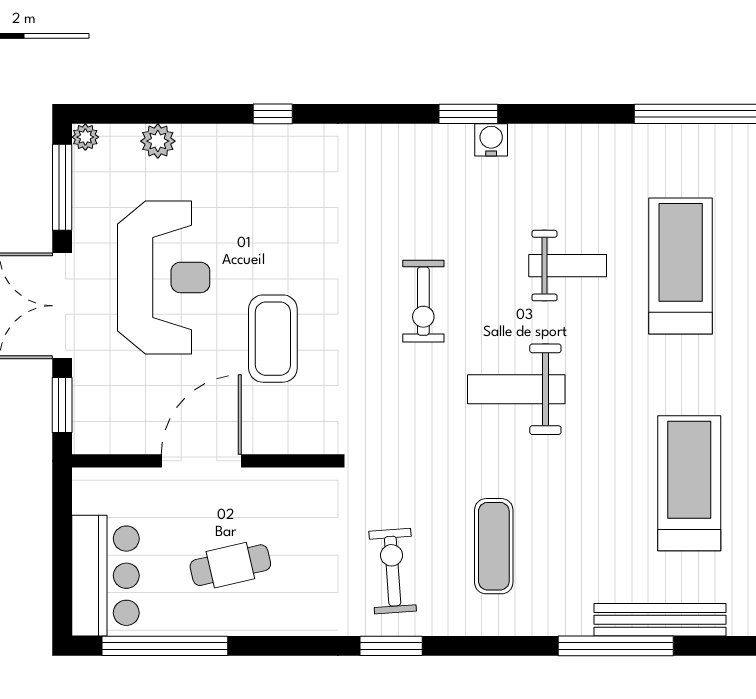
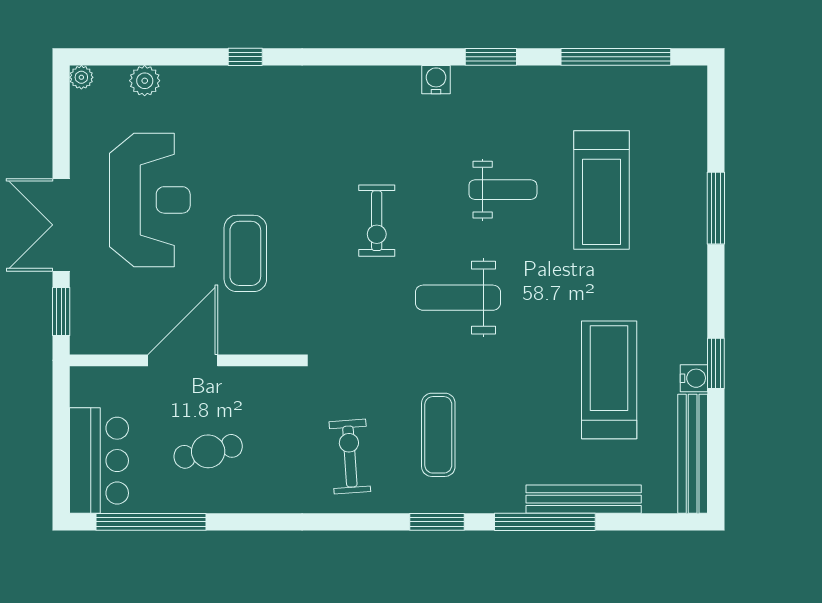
window: (468, 114) -> (491, 57), moved
window: (62, 187) -> (61, 121), removed
treadmill: (681, 266) -> (601, 190), turned 180
window: (391, 646) -> (437, 522), moved

